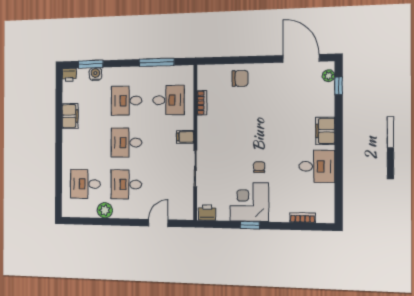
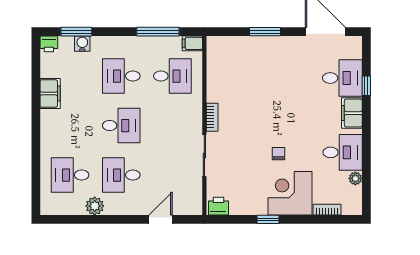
window: (248, 60) -> (265, 32), added
plant: (329, 76) -> (355, 178), moved
chair: (240, 78) -> (256, 53), removed
window: (339, 86) -> (366, 86), moved
desk: (317, 100) -> (342, 78), added
bookcase: (202, 103) -> (212, 117), moved
filing cabinet: (185, 137) -> (192, 43), moved
desk: (126, 143) -> (121, 126), turned 180
corner desk: (249, 202) -> (290, 193), moved

